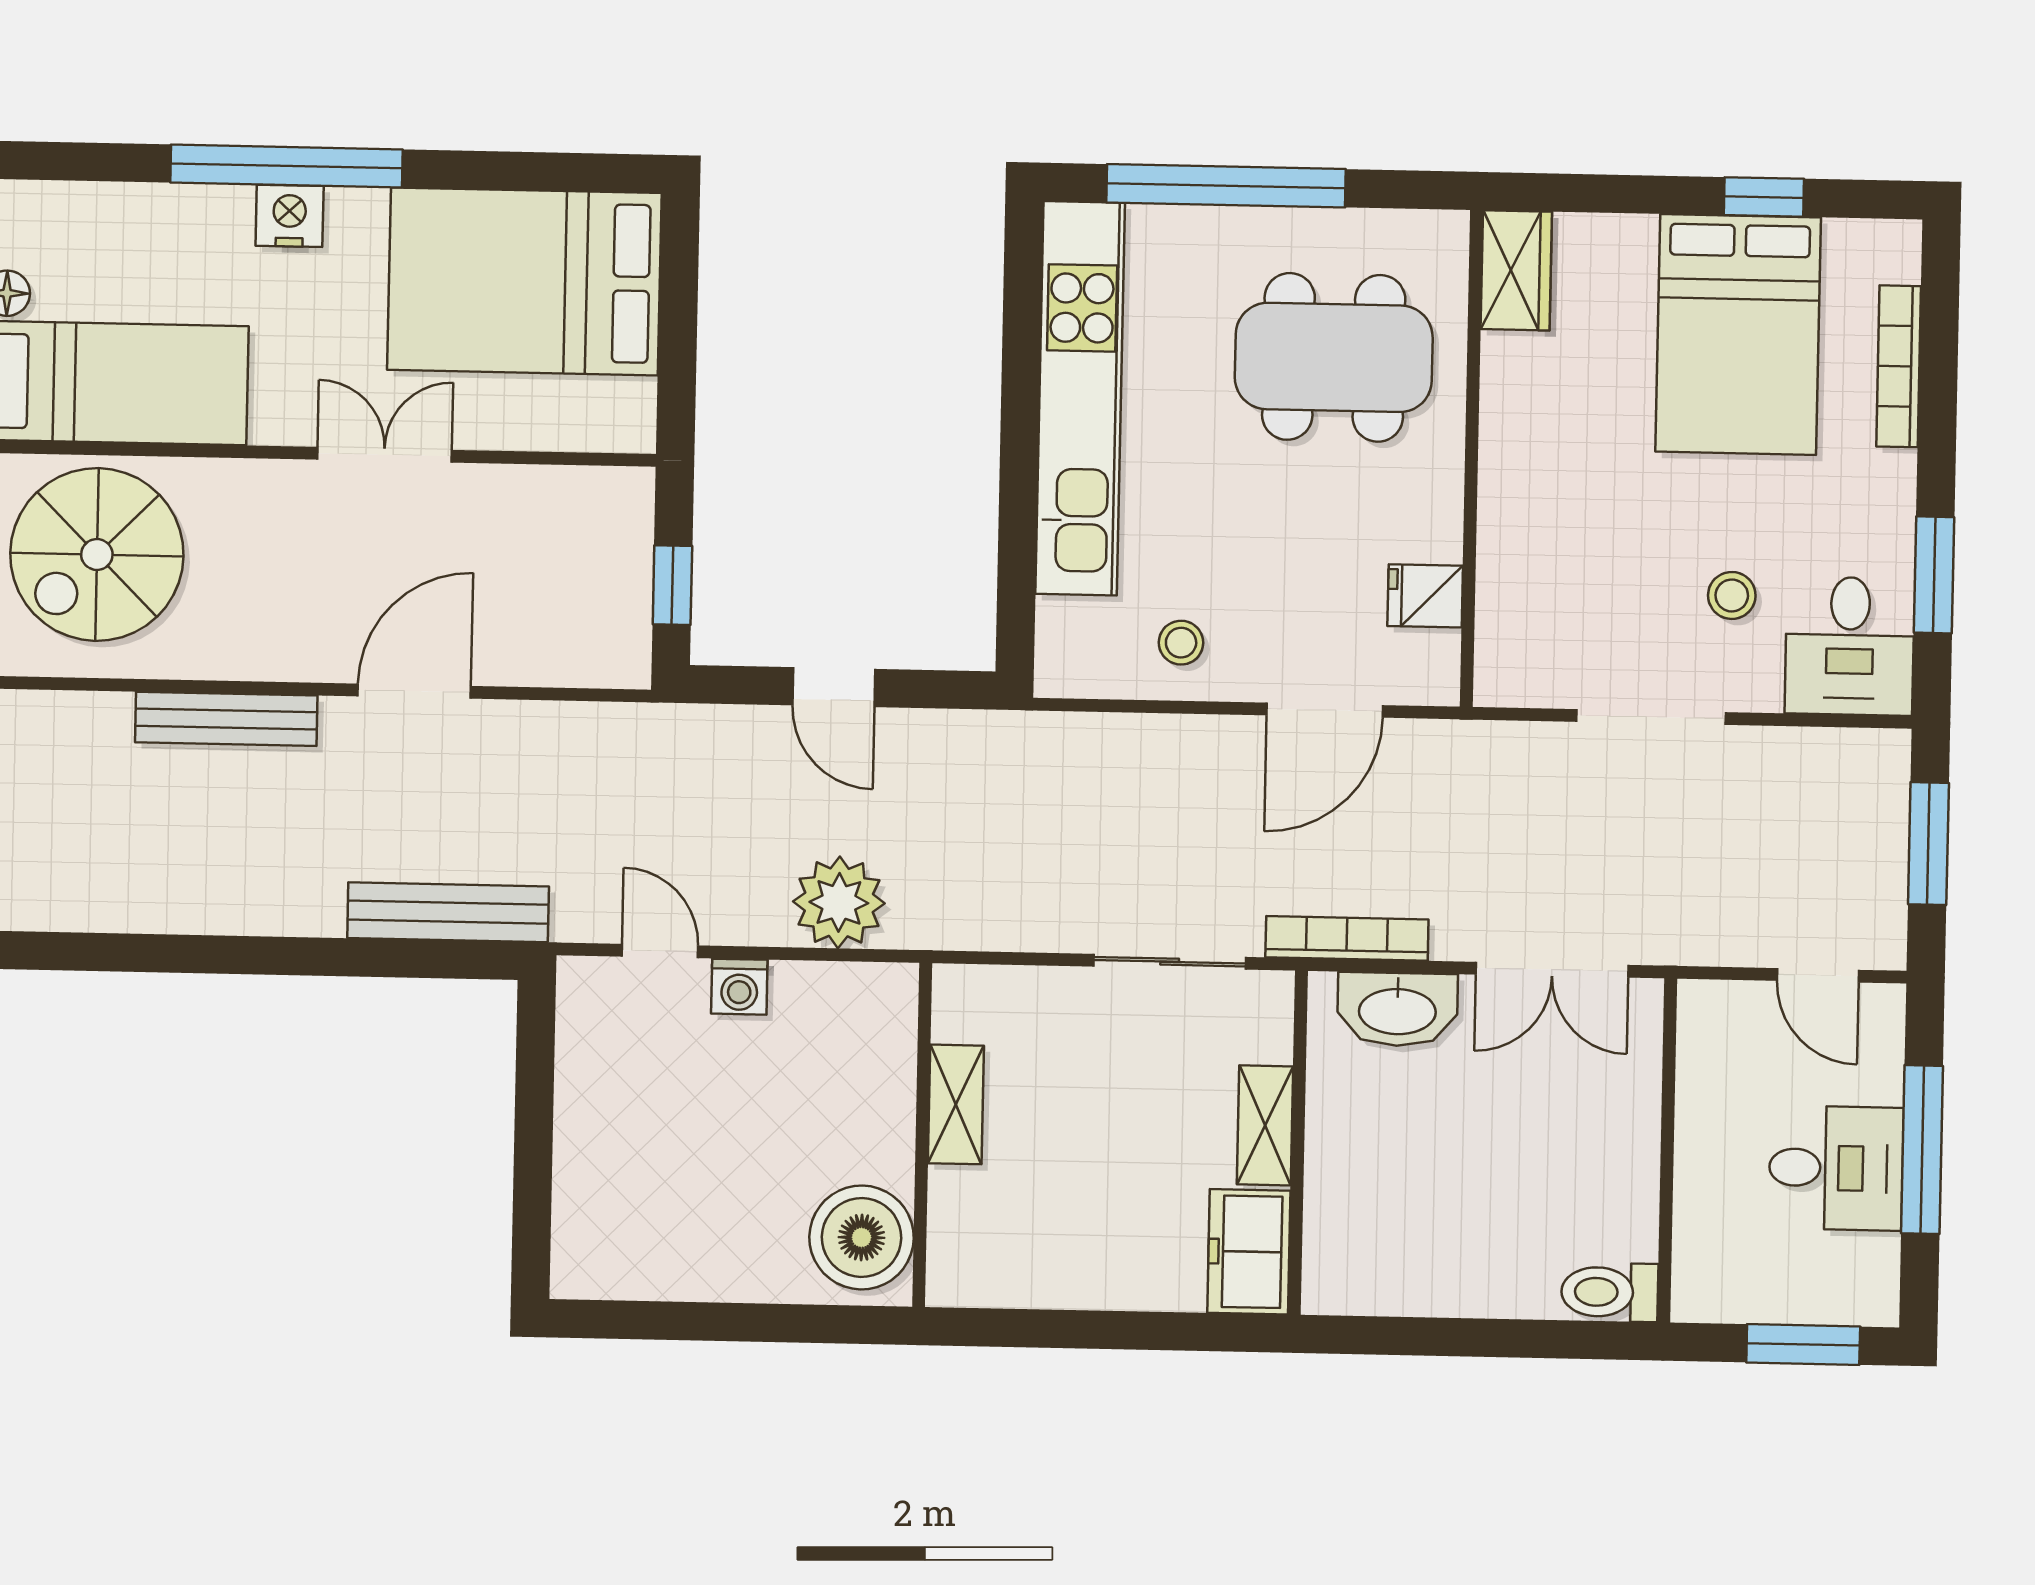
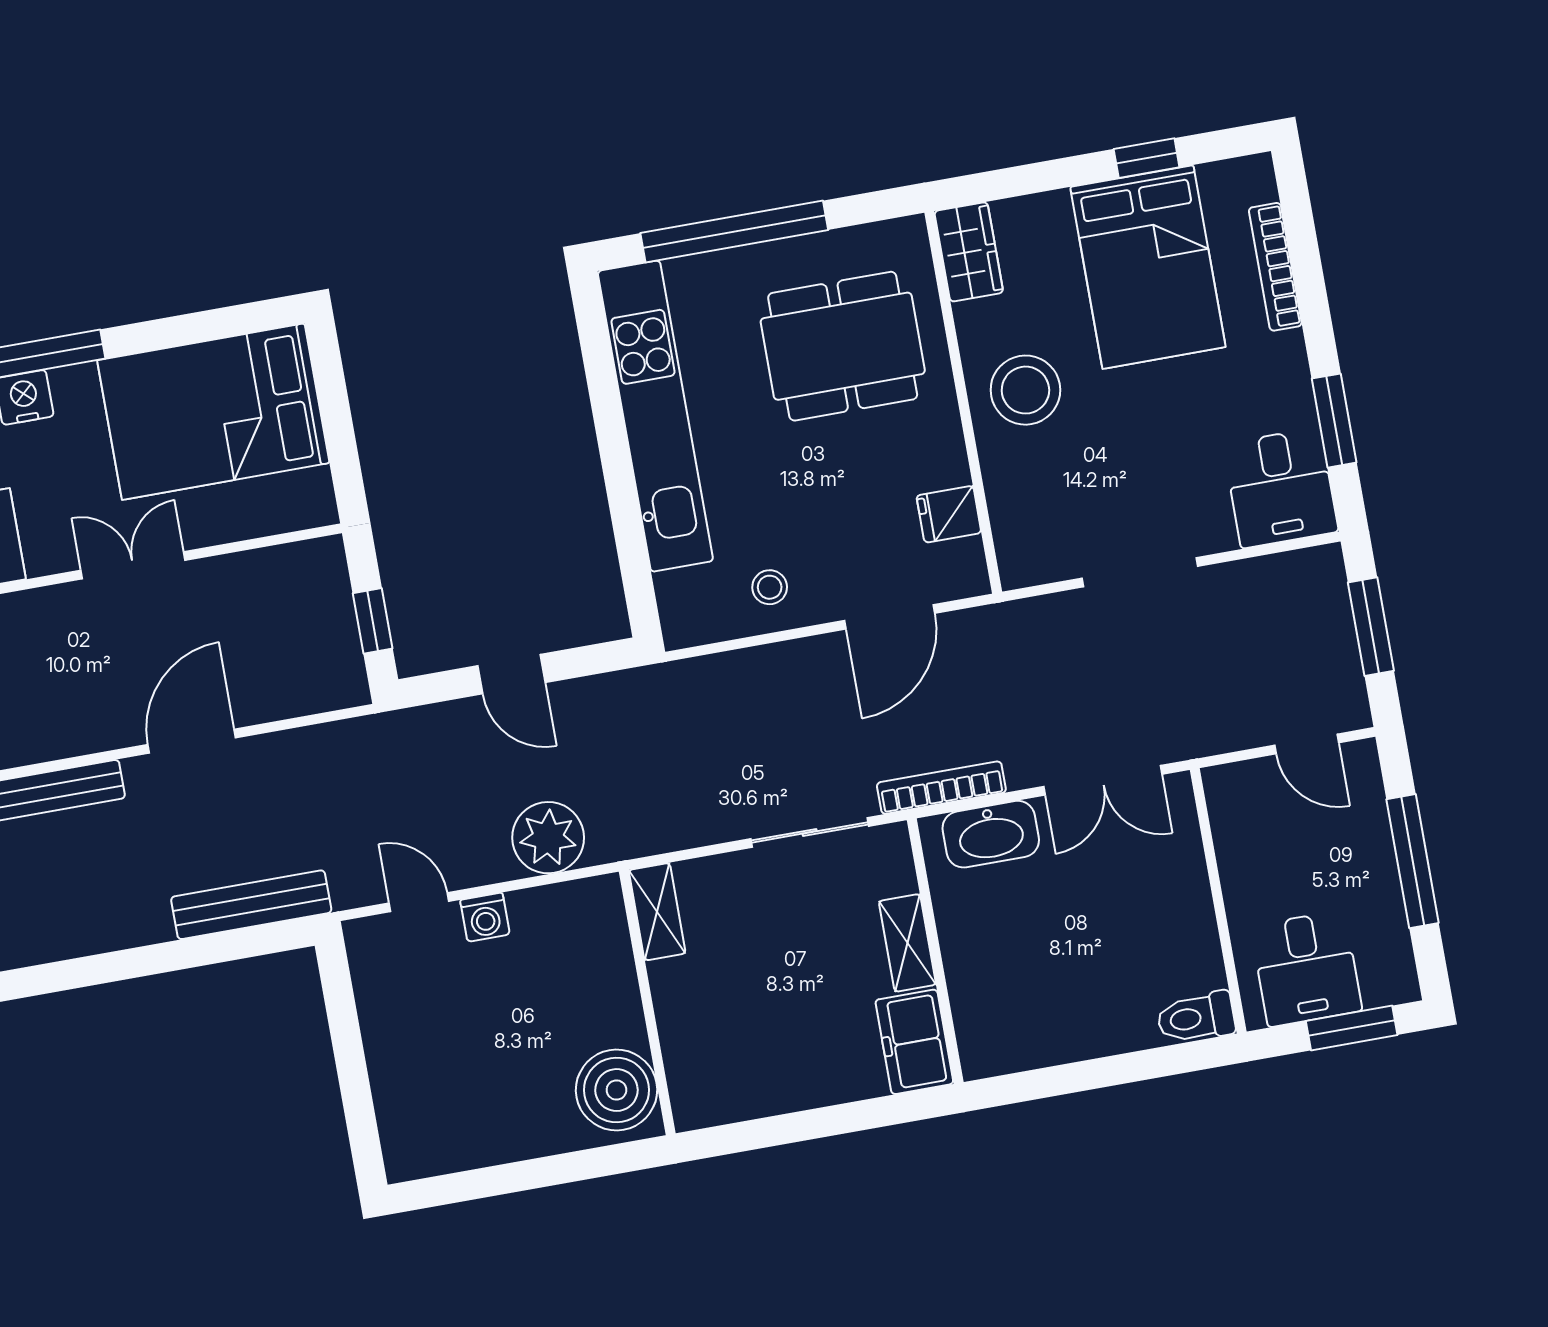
stool: (1732, 595) -> (1025, 390), moved, width x1.89, depth x1.89
shelving: (956, 1104) -> (657, 912), moved
desk: (1836, 1168) -> (1306, 968), moved, turned 90

